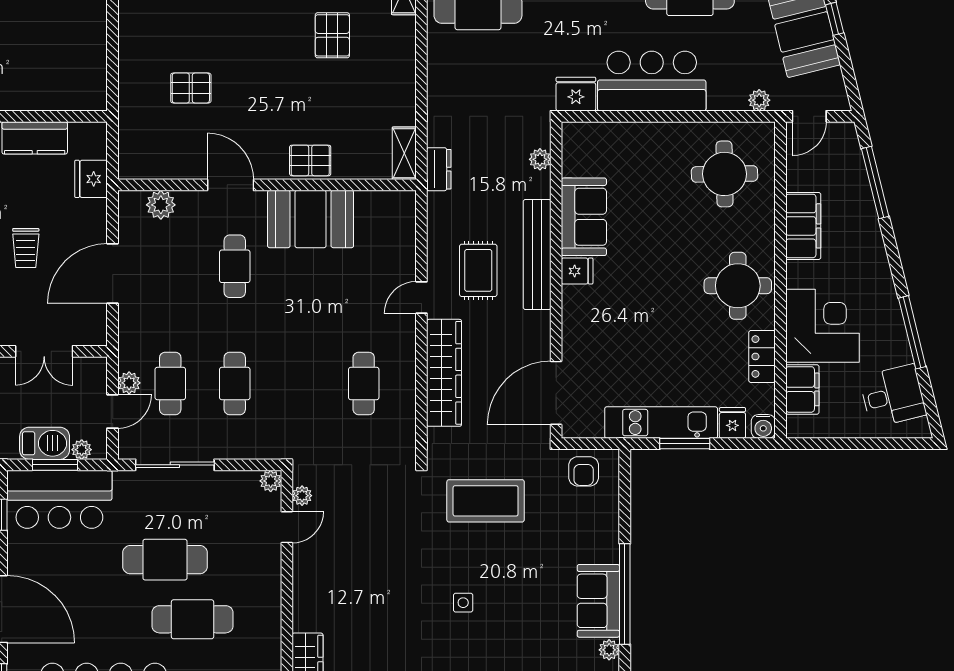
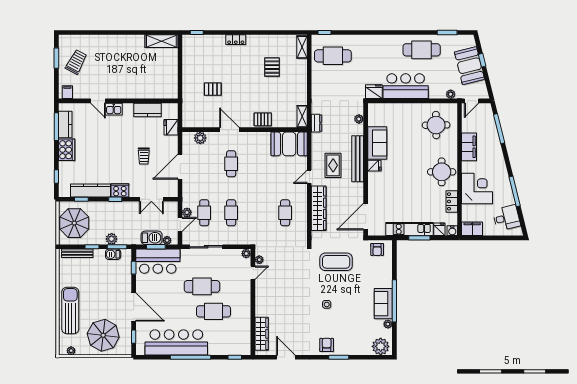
booth: (311, 219) -> (289, 144), moved
filing cabinet: (802, 389) -> (472, 229), moved, turned -90

